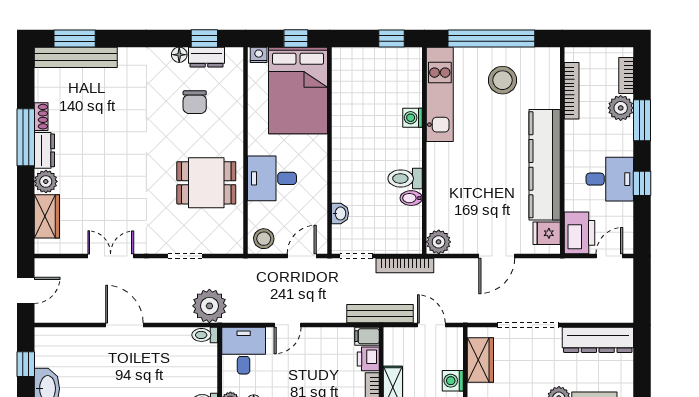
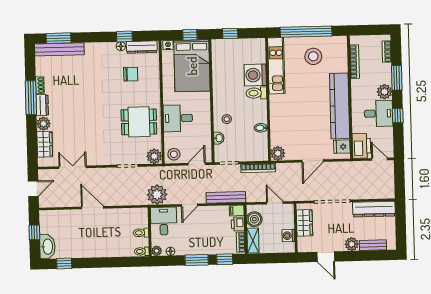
window: (204, 38) -> (124, 36), moved
window: (392, 38) -> (230, 34), moved
dresser: (206, 57) -> (142, 47), width x1.44
chair: (195, 102) -> (131, 74), turned -90
plant: (621, 108) -> (384, 92), moved
washing machine: (413, 118) -> (255, 75), width x1.89, depth x1.89
toilet: (405, 178) -> (256, 93), moved
stool: (354, 182) -> (227, 119), added
plant: (231, 241) -> (154, 156), added
double door: (111, 256) -> (73, 167), moved
door: (609, 256) -> (380, 159), hinge flipped
plant: (209, 306) -> (157, 195), moved
bench: (380, 314) -> (226, 197), moved
toilet: (205, 335) -> (141, 233), moved
boiler: (396, 352) -> (254, 219), added

